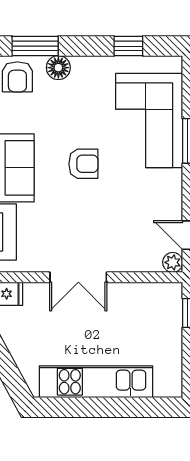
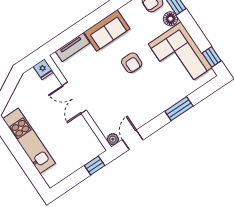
window: (128, 46) -> (212, 57), moved
corner sofa: (149, 121) -> (180, 56), moved, turned -90

